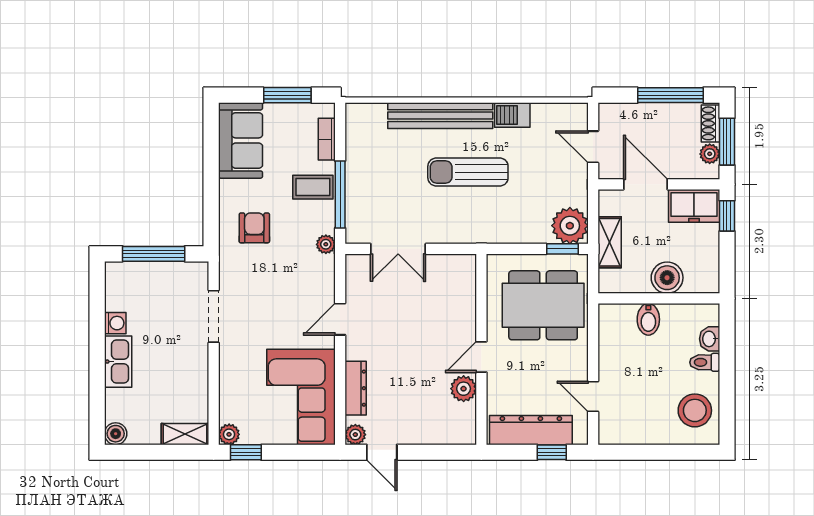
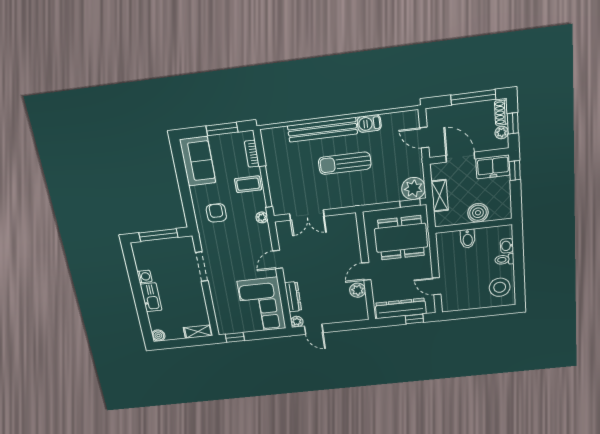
window: (727, 142) -> (513, 123), width x0.67
plant: (229, 434) -> (223, 329), removed

